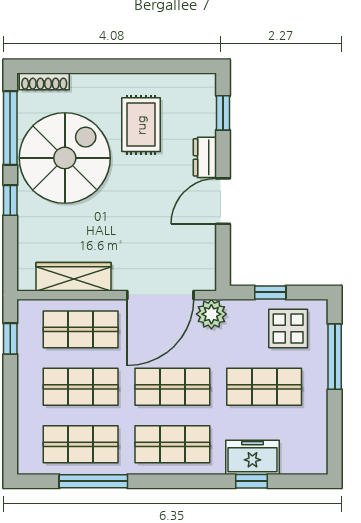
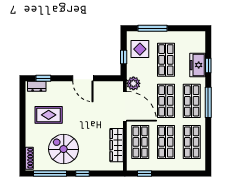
dresser: (205, 157) -> (37, 86), moved
spiral stairs: (65, 158) -> (64, 149), width x0.73, depth x0.73
window: (93, 481) -> (208, 102), moved

